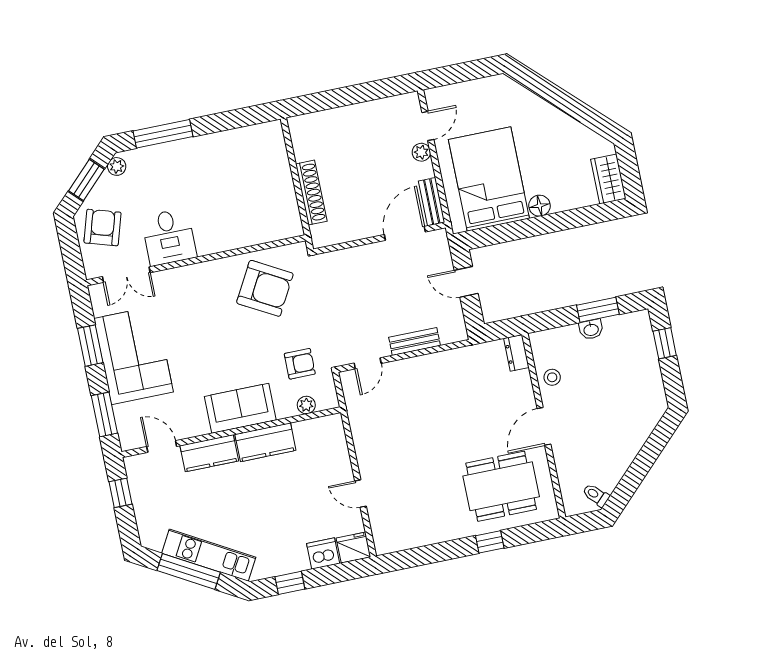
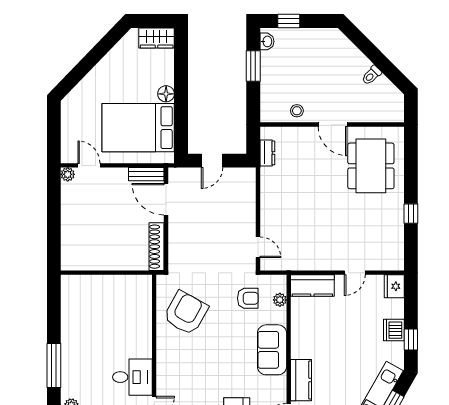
plant: (421, 152) -> (68, 174), moved
shoe rack: (311, 193) -> (157, 247), moved, turned -90
washbasin: (591, 329) -> (267, 41), moved
bench: (415, 341) -> (249, 209), removed
dresser: (516, 353) -> (267, 153), moved, turned -90
armchair: (300, 364) -> (248, 298), turned 90
kitchen counter: (265, 442) -> (312, 286), moved, turned 90
toilet: (596, 495) -> (371, 75), moved
window: (490, 542) -> (411, 214), moved
dishwasher: (323, 553) -> (394, 330), moved

